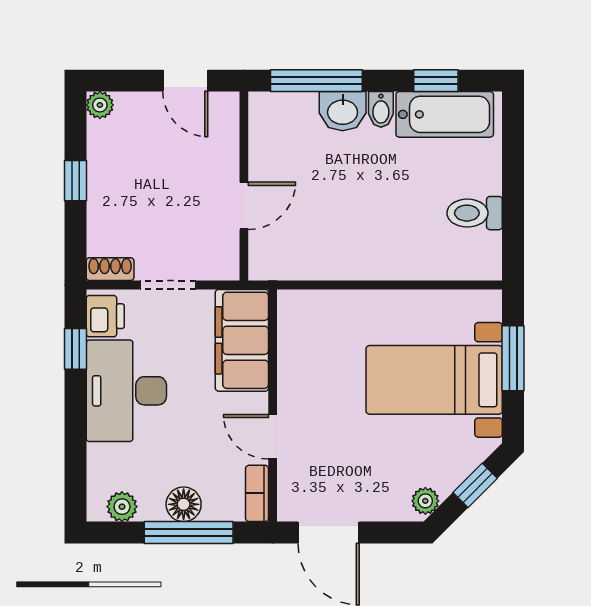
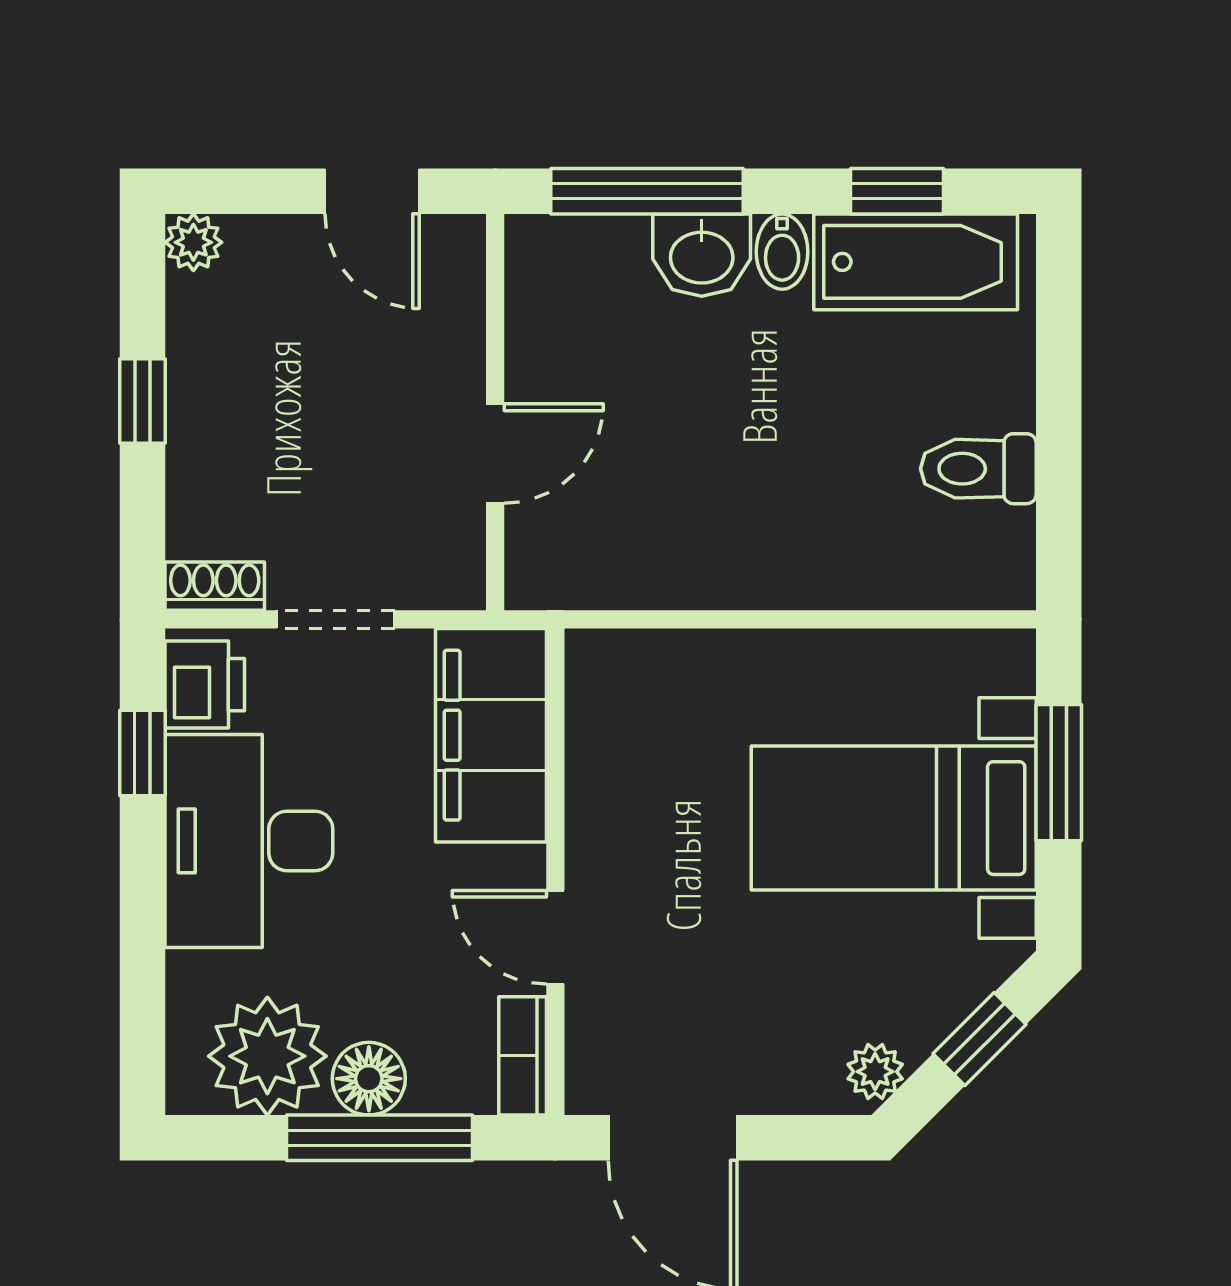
plant: (122, 507) -> (267, 1056), width x1.87, depth x1.87

